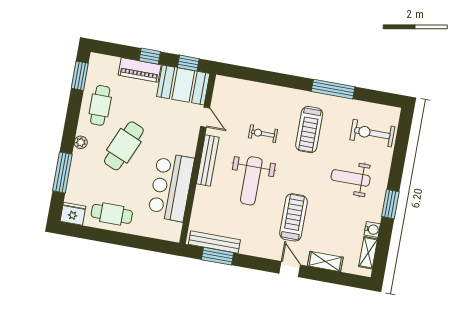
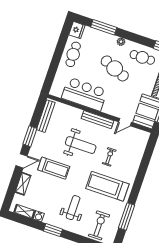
window: (333, 89) -> (127, 217), moved
treadmill: (309, 130) -> (107, 186), width x1.37, depth x1.38
weight bench: (251, 181) -> (81, 145), turned 180
window: (217, 256) -> (30, 136), moved

